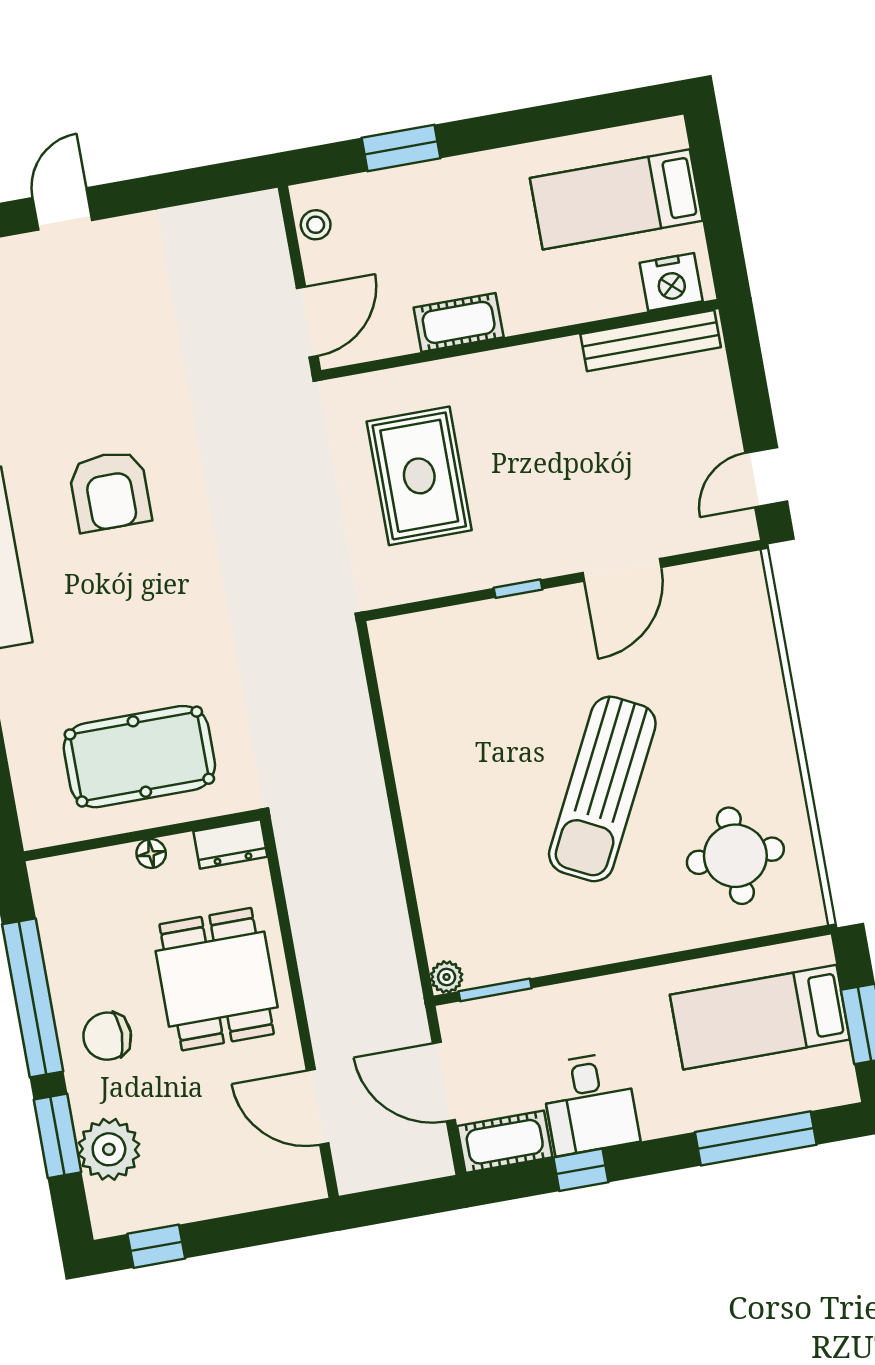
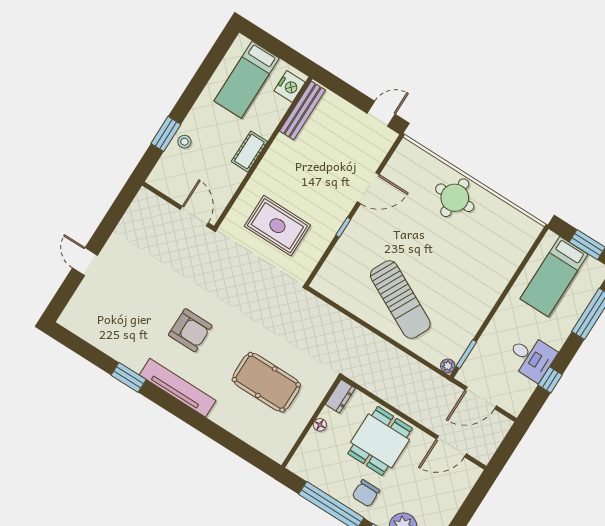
stool: (316, 225) -> (184, 142), moved
cot: (459, 322) -> (249, 152), moved
door: (766, 477) -> (381, 114), swing flipped
door: (622, 570) -> (368, 188), hinge flipped
pool table: (139, 757) -> (266, 382), moved, turned 90
sun lounger: (602, 789) -> (400, 300), moved
round table: (735, 856) -> (455, 198), moved
dining table: (217, 979) -> (380, 441), turned 90
cot: (505, 1142) -> (518, 396), removed

